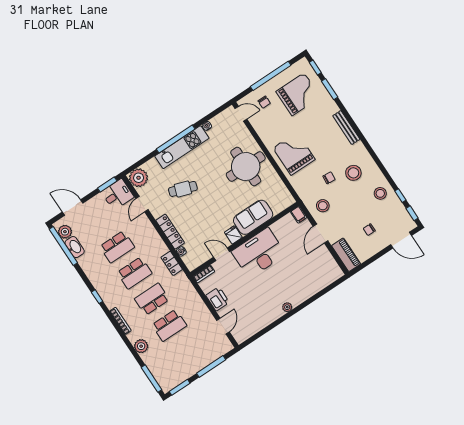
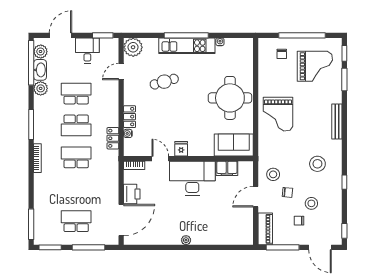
door: (241, 114) -> (256, 51), removed
grand piano: (294, 154) -> (278, 114), turned 180
chair: (329, 178) -> (287, 192), moved
cafe table: (183, 189) -> (164, 82), turned -35
stool: (380, 193) -> (311, 203), moved
desk: (118, 194) -> (87, 51), moved, turned -90
window: (400, 196) -> (344, 182), moved
door: (73, 208) -> (61, 35), hinge flipped
filing cabinet: (299, 215) -> (227, 168), moved, width x2.00
sofa: (253, 217) -> (234, 145), moved
locker: (170, 232) -> (130, 117), width x0.66
school desk: (117, 247) -> (76, 94), turned 180
window: (370, 261) -> (283, 247), added
window: (97, 297) -> (31, 124), width x2.17
school desk: (169, 325) -> (76, 221), moved, turned 180
door: (223, 326) -> (121, 220), width x1.88
plant: (141, 346) -> (41, 88), moved

